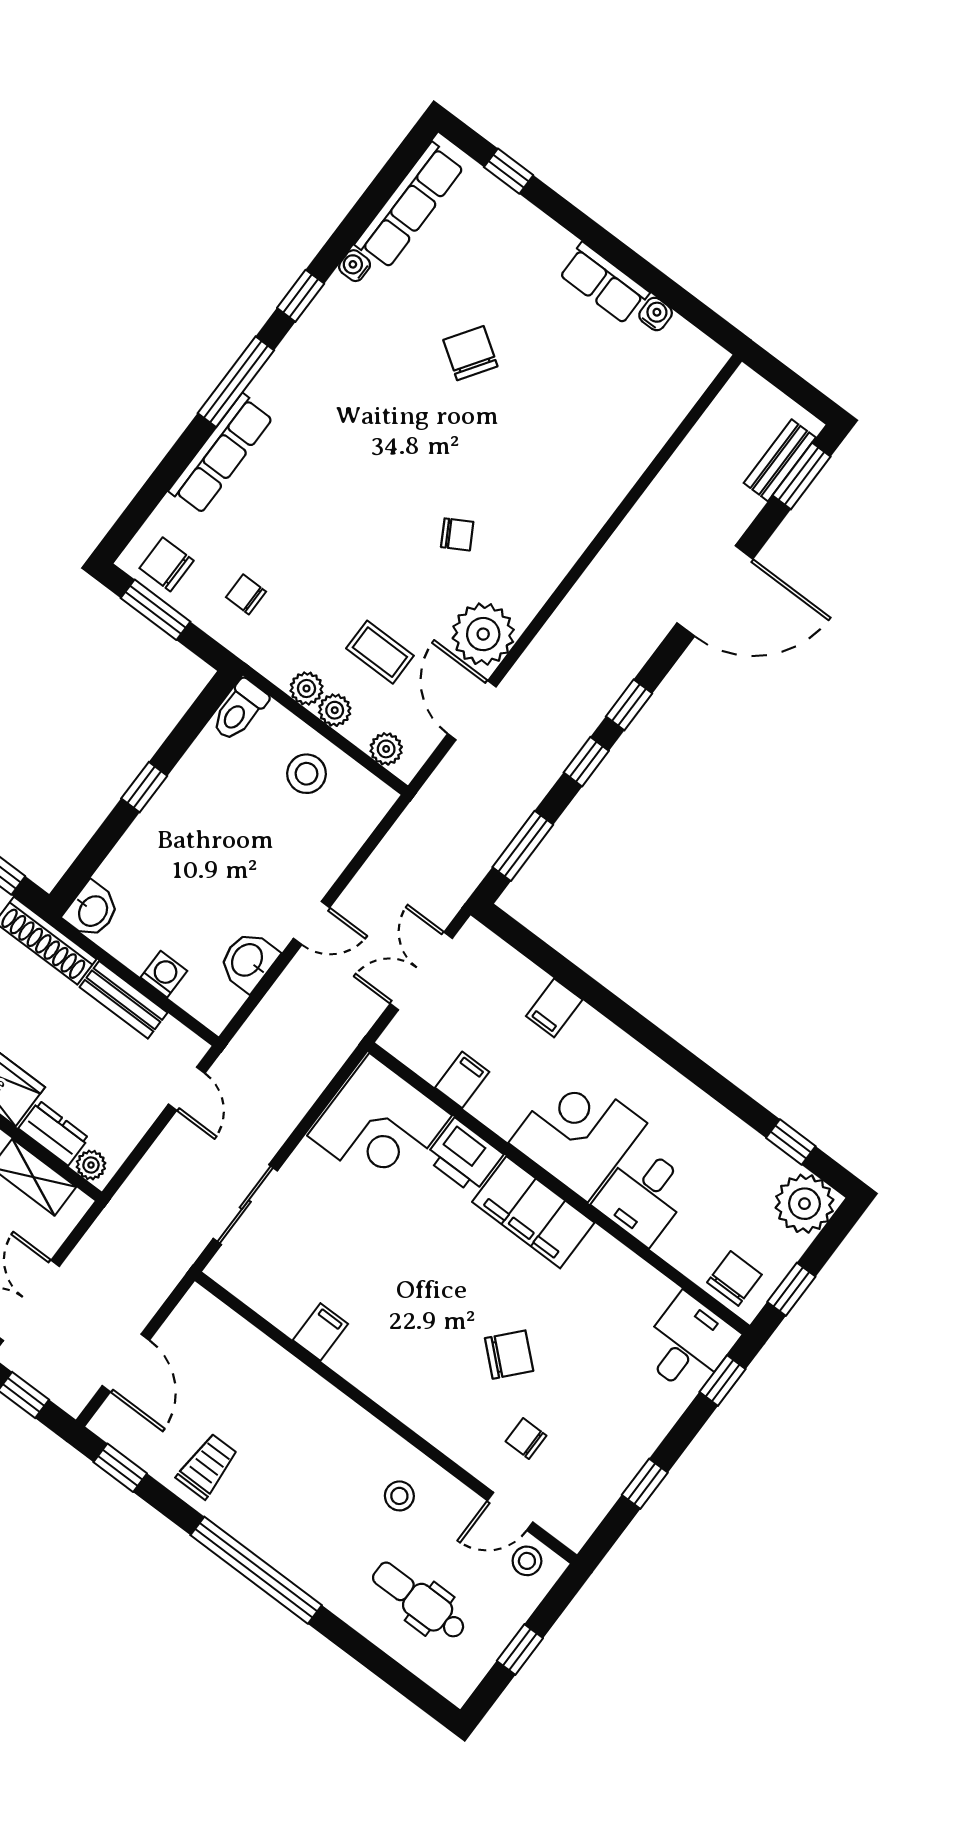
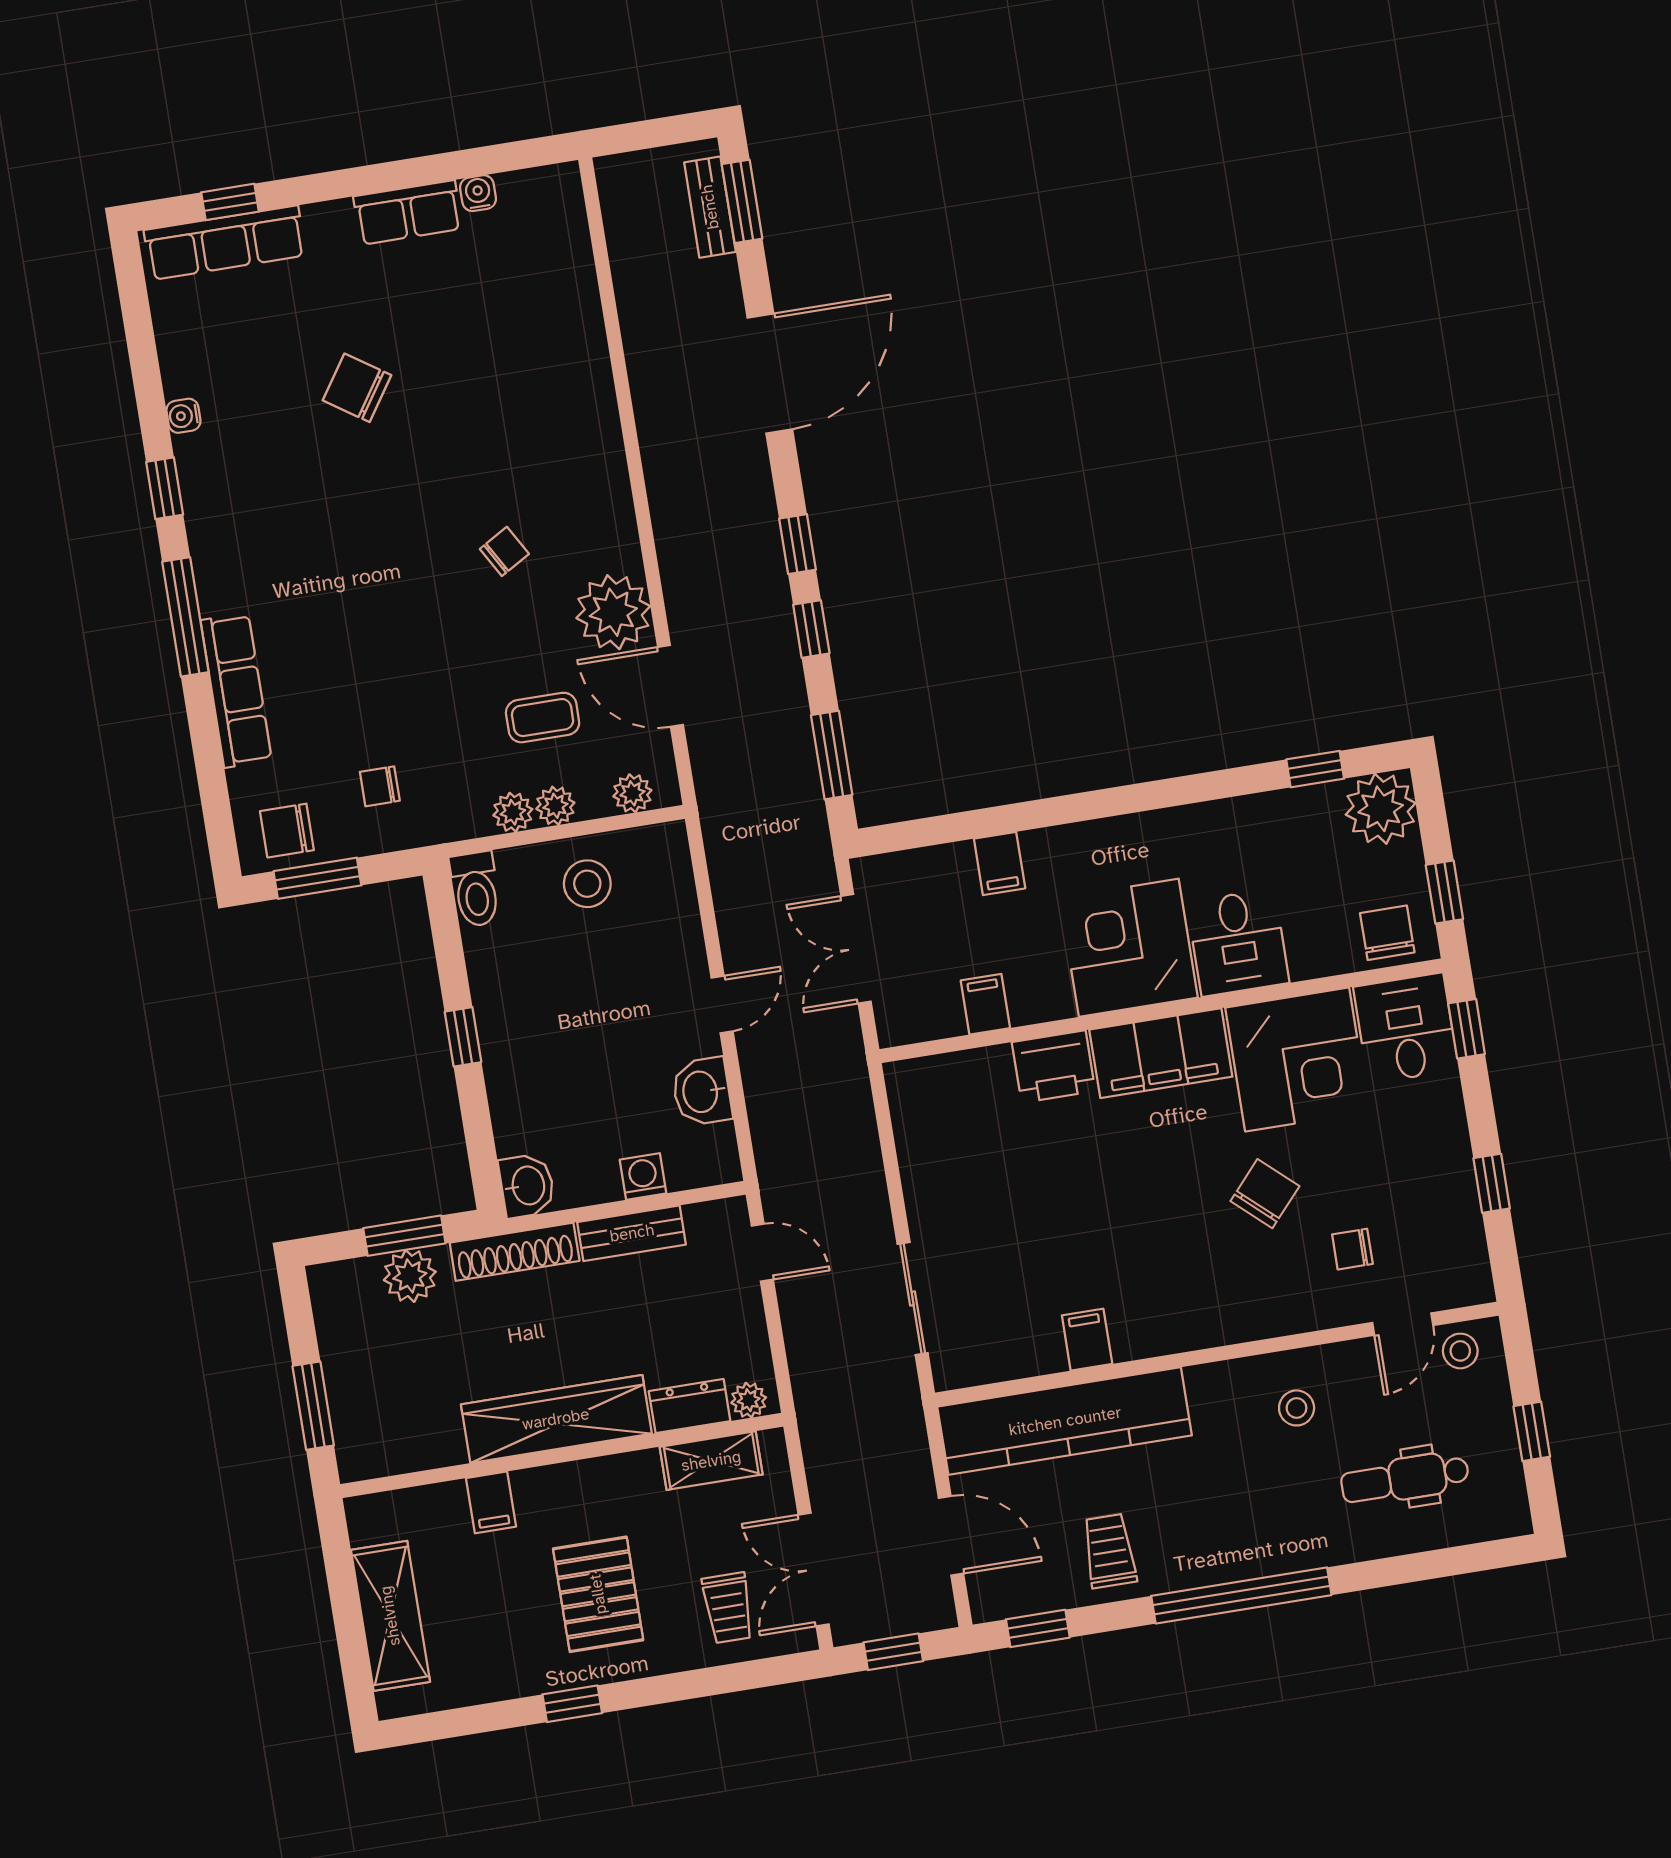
row of seats: (410, 205) -> (225, 243), moved, turned 90
corner desk: (380, 1125) -> (1297, 1060), moved
kitchen counter: (259, 1365) -> (1065, 1421), added

